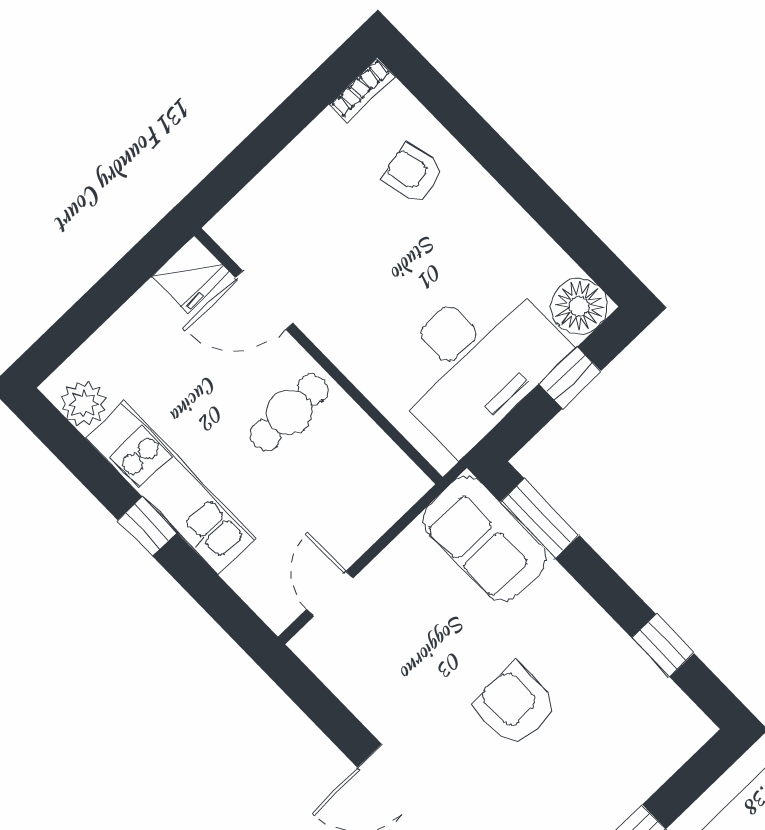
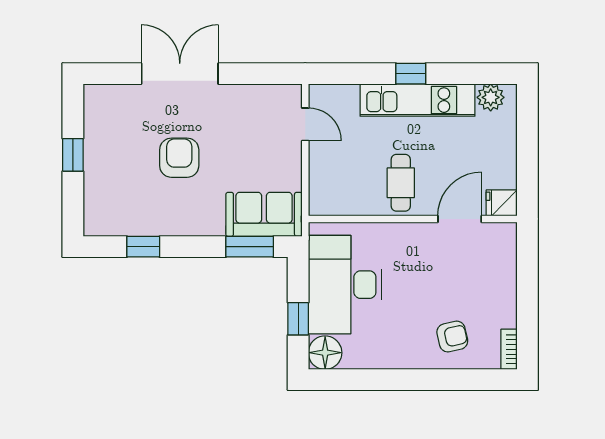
fridge: (191, 274) -> (502, 203), width x0.72
armchair: (515, 705) -> (179, 158), turned -90

